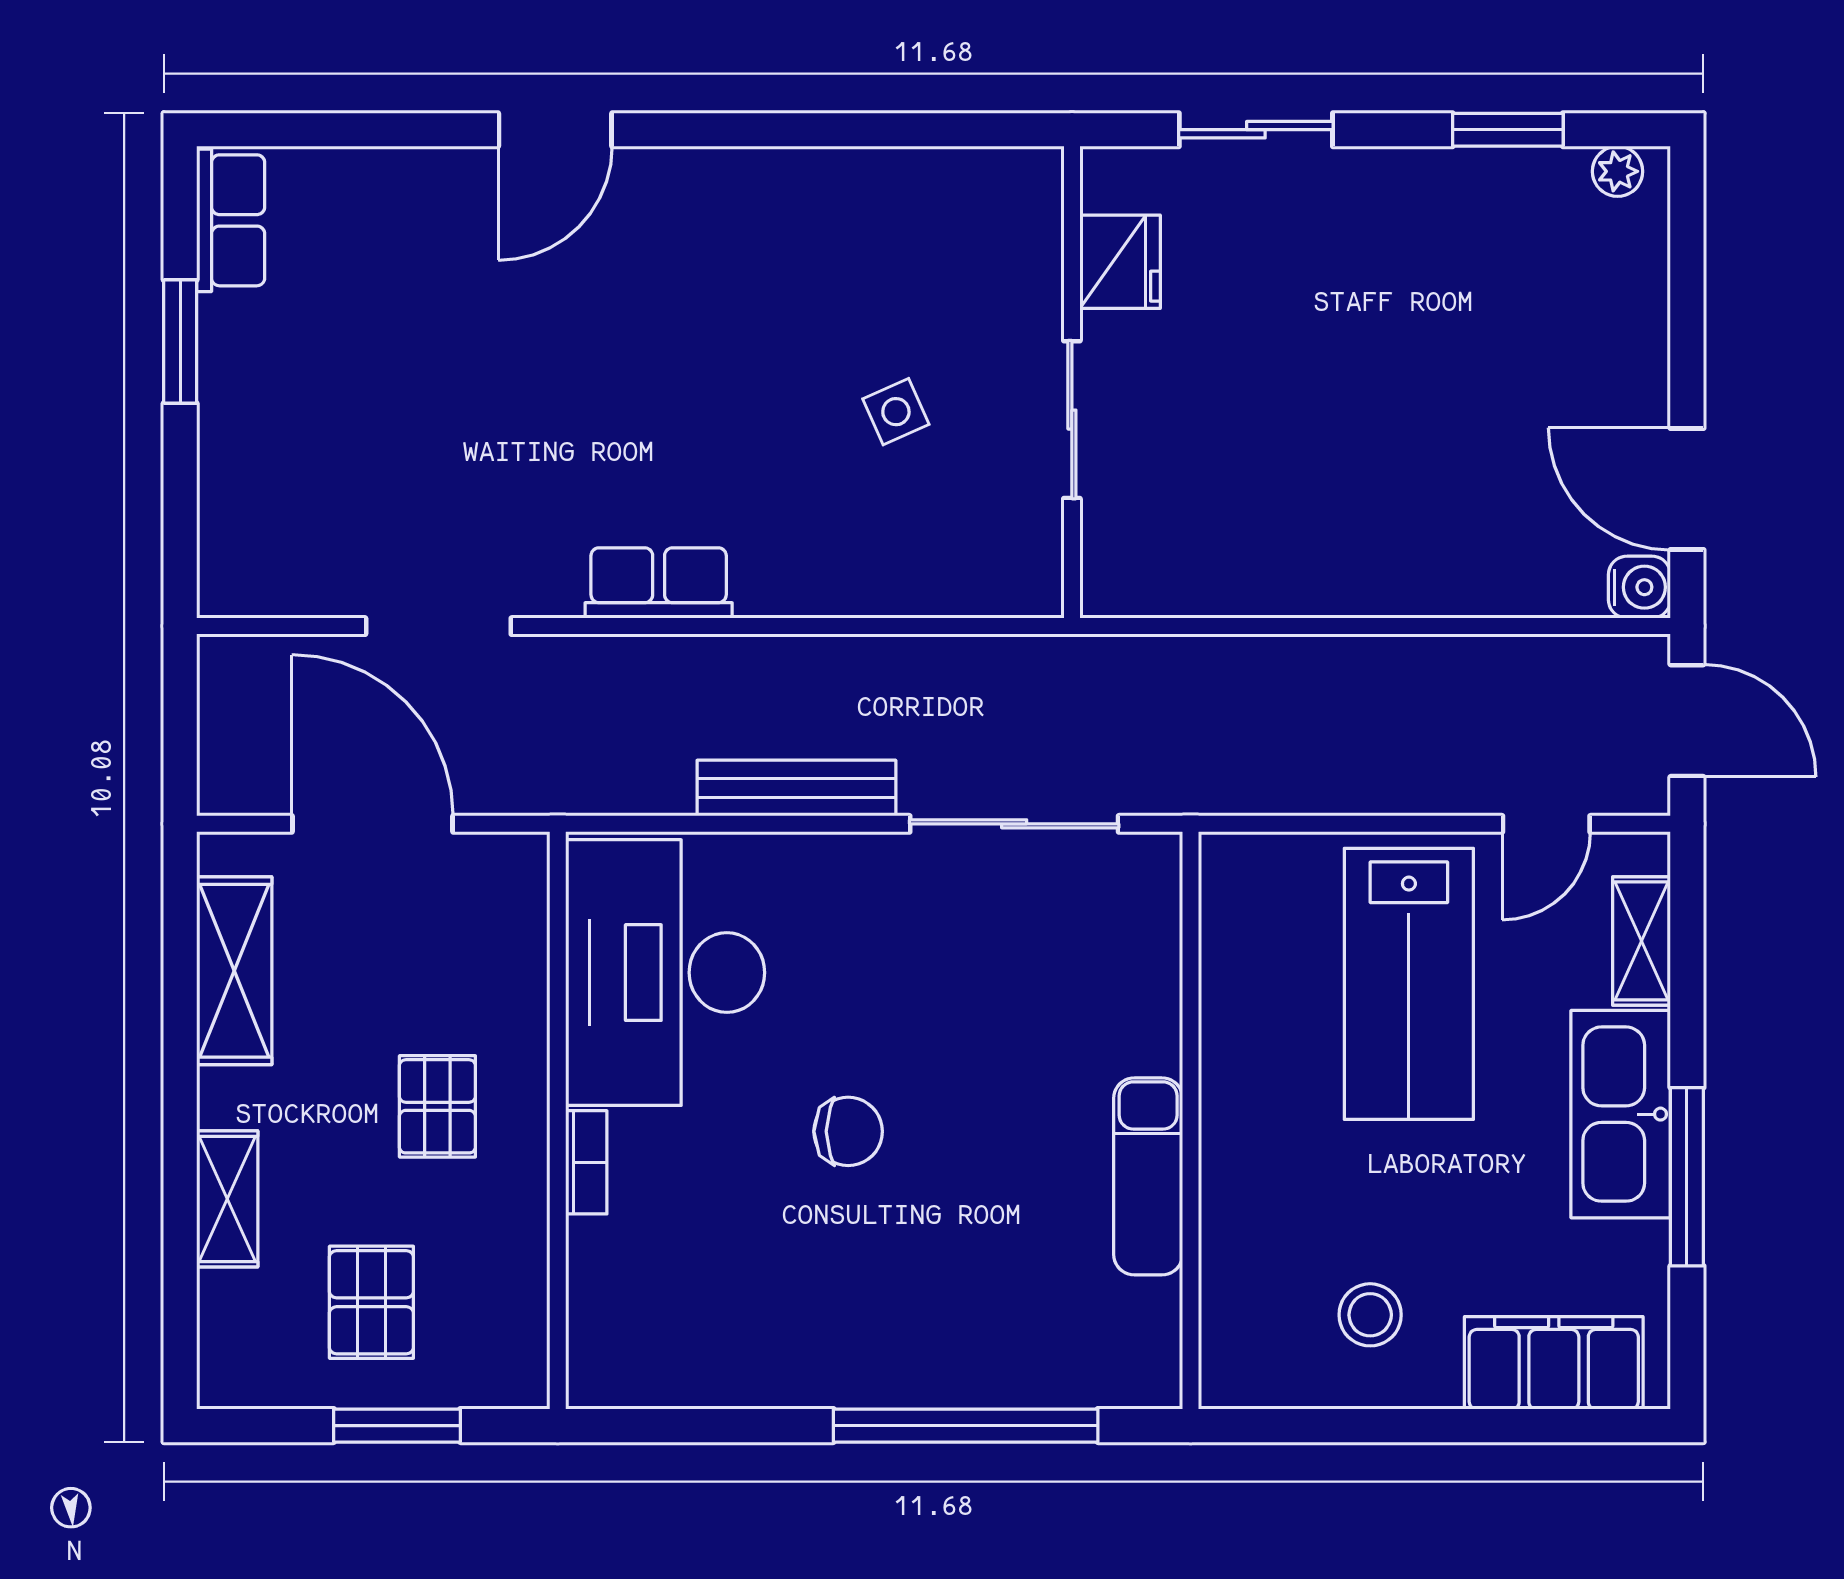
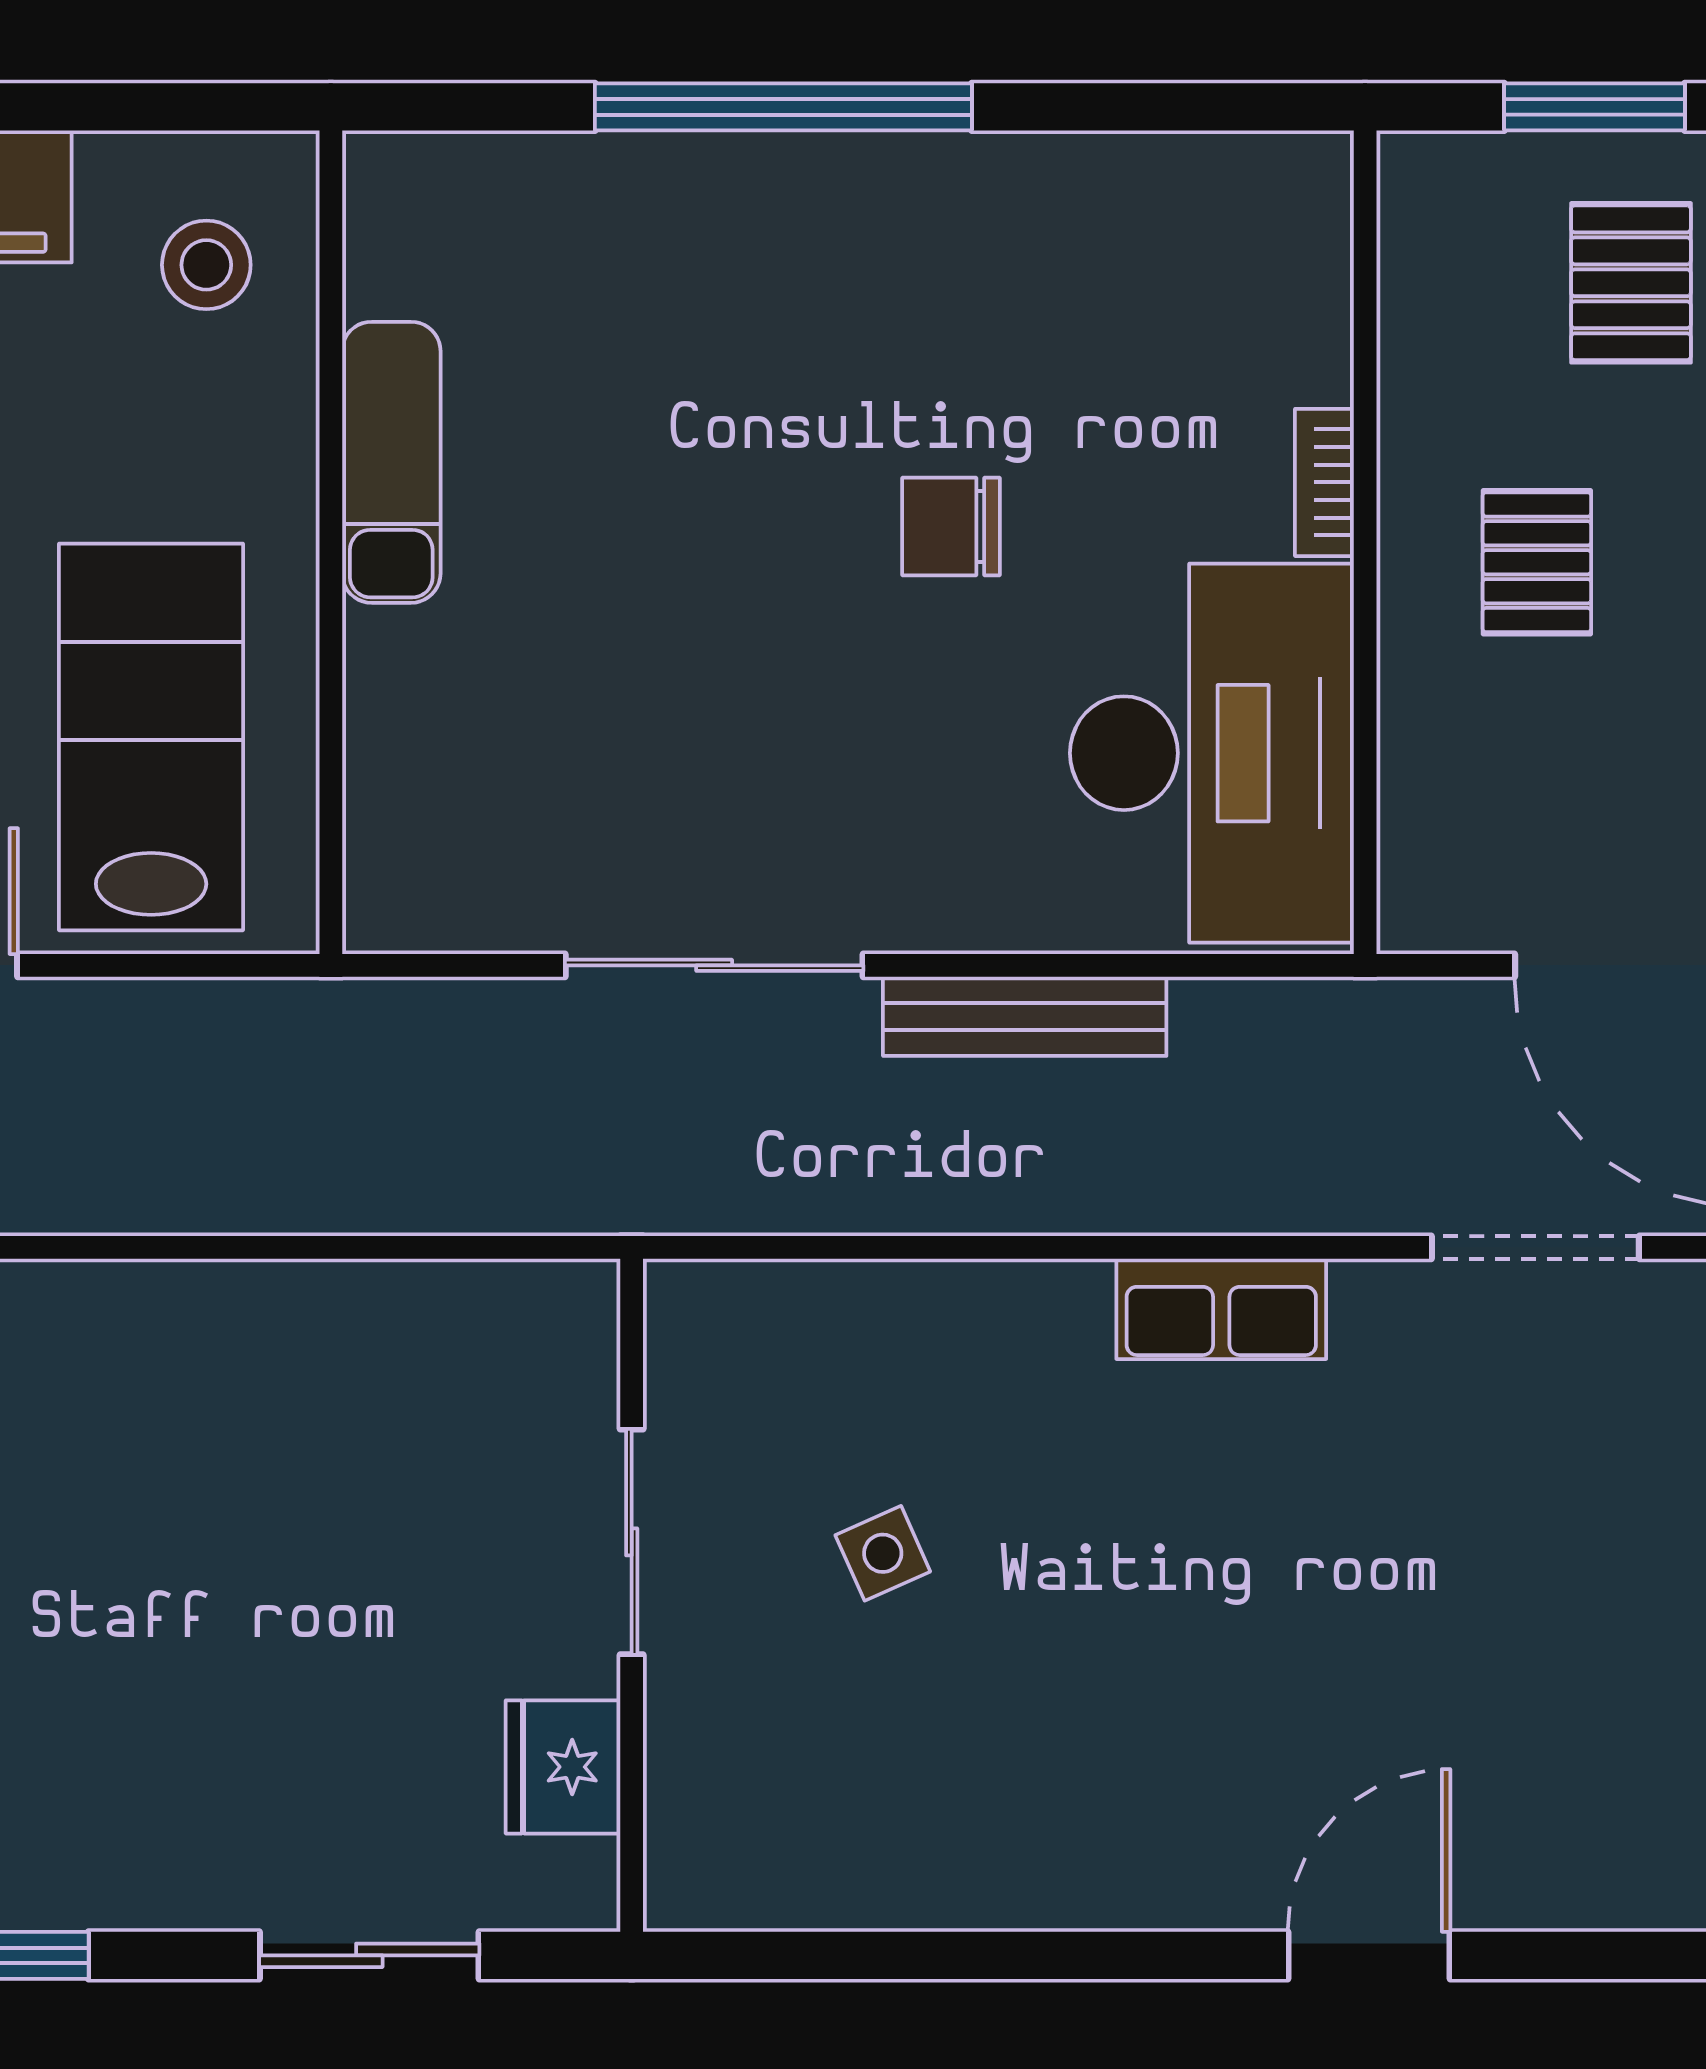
wall: (1191, 1120) -> (331, 542), moved
exam couch: (1148, 1176) -> (391, 462), moved

